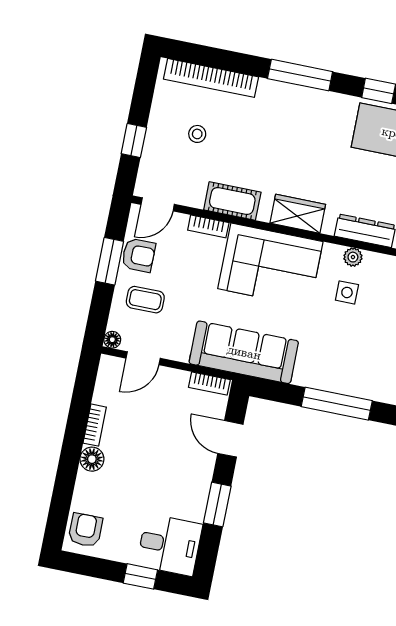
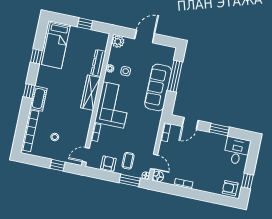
window: (300, 75) -> (29, 91), width x0.46
cot: (232, 201) -> (38, 98), moved
door: (158, 204) -> (86, 155), swing flipped
wardrobe: (298, 214) -> (91, 93), width x1.50
window: (109, 261) -> (130, 180), moved
sofa: (244, 352) -> (158, 87), moved
floor lamp: (92, 459) -> (158, 176), moved
window: (140, 576) -> (247, 181), moved

